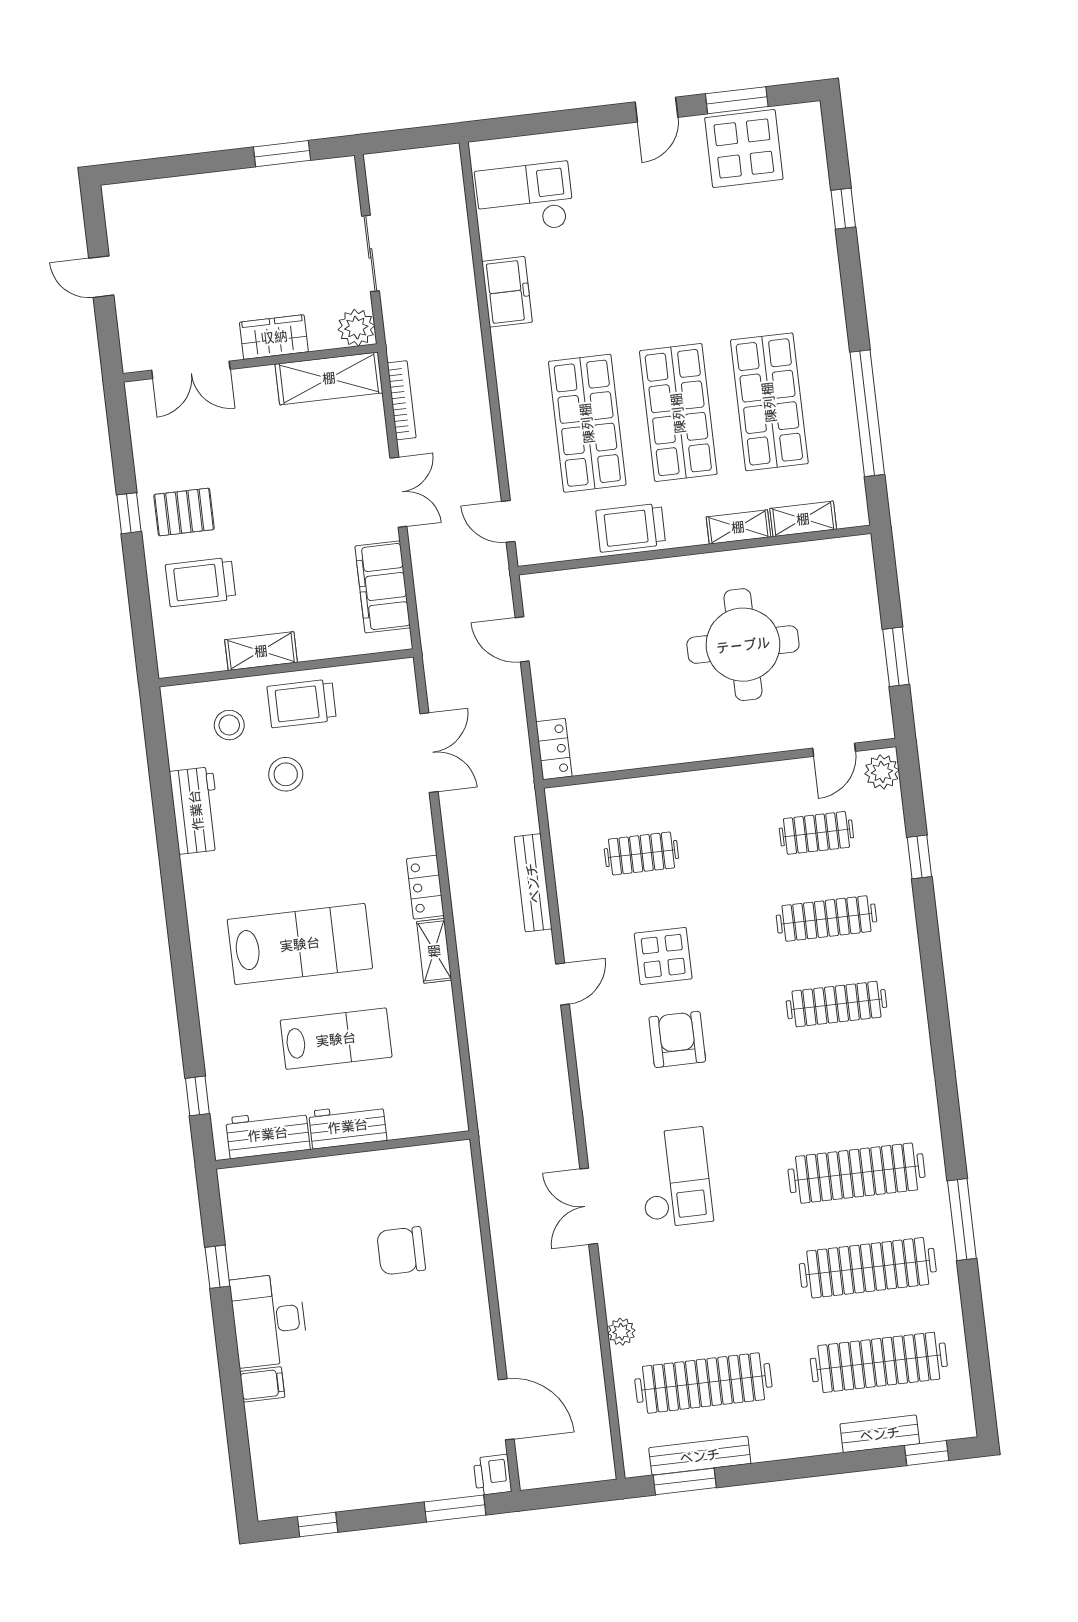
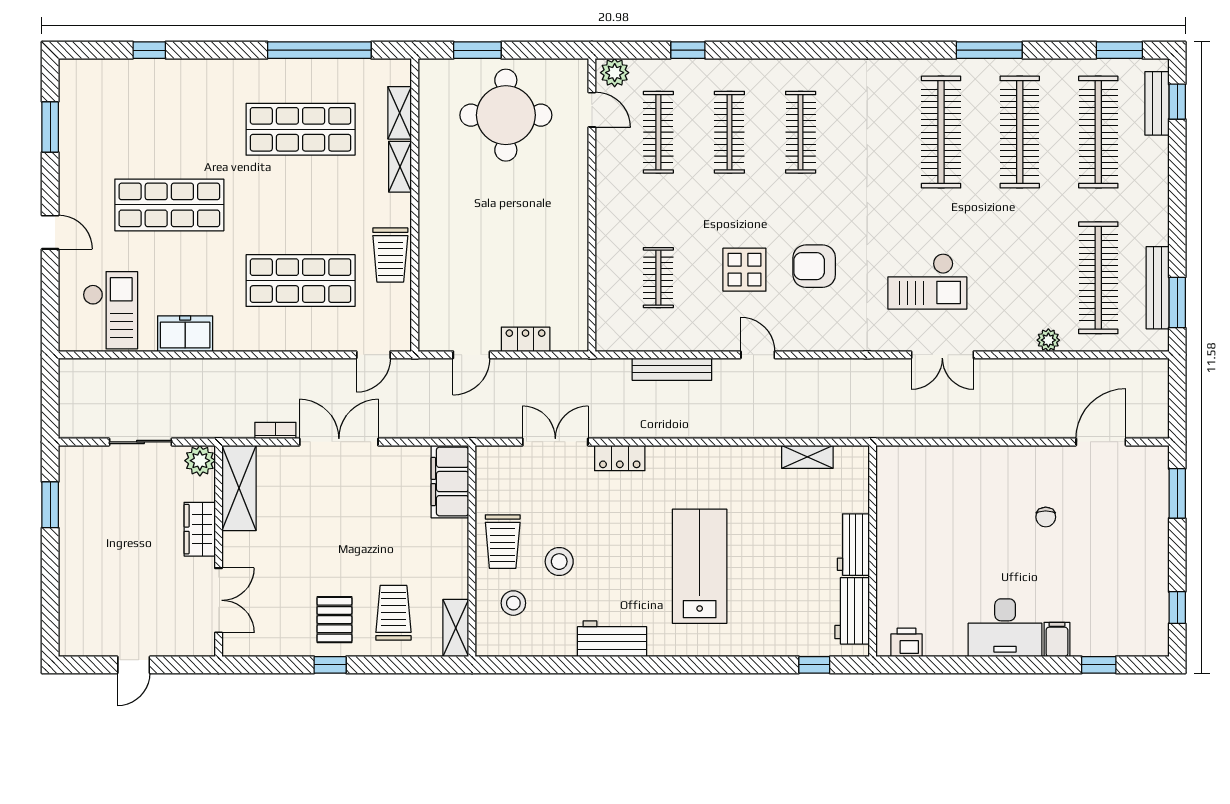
door: (656, 110) -> (50, 232), moved
display table: (744, 148) -> (90, 126), removed
checkout: (525, 199) -> (110, 310), turned 180
bookcase: (402, 400) -> (275, 430), width x0.64
shop shelf: (678, 413) -> (169, 205), moved
double door: (398, 492) -> (339, 442), width x1.37
trolley: (201, 582) -> (393, 613), turned 180
filing cabinet: (383, 587) -> (450, 482), moved, turned 90
round table: (743, 645) -> (506, 115), moved
shelving: (261, 651) -> (456, 628), moved
window: (896, 657) -> (477, 50), moved
locker: (554, 749) -> (526, 339), moved
workbench: (196, 810) -> (612, 639), moved
clothes rail: (816, 833) -> (658, 132), width x1.36
locker: (425, 887) -> (620, 458), moved
shelving: (434, 951) -> (807, 457), moved
lab bench: (336, 1039) -> (781, 546), removed
checkout: (675, 1178) -> (927, 281), turned 180
chair: (401, 1251) -> (1046, 517), moved, width x0.54, depth x0.54
window: (217, 1267) -> (1099, 665), moved
window: (980, 1376) -> (1119, 50), added
bench: (880, 1434) -> (1157, 103), moved
printer: (492, 1475) -> (907, 642), moved, turned 180

